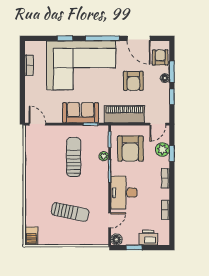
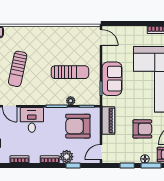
armchair: (133, 81) -> (142, 129), turned 180
piano: (125, 114) -> (108, 121), width x0.73, depth x0.75
door: (37, 124) -> (101, 38), hinge flipped
door: (158, 124) -> (101, 152), hinge flipped
plant: (162, 149) -> (67, 157), moved
desk: (124, 193) -> (32, 120), width x0.73

